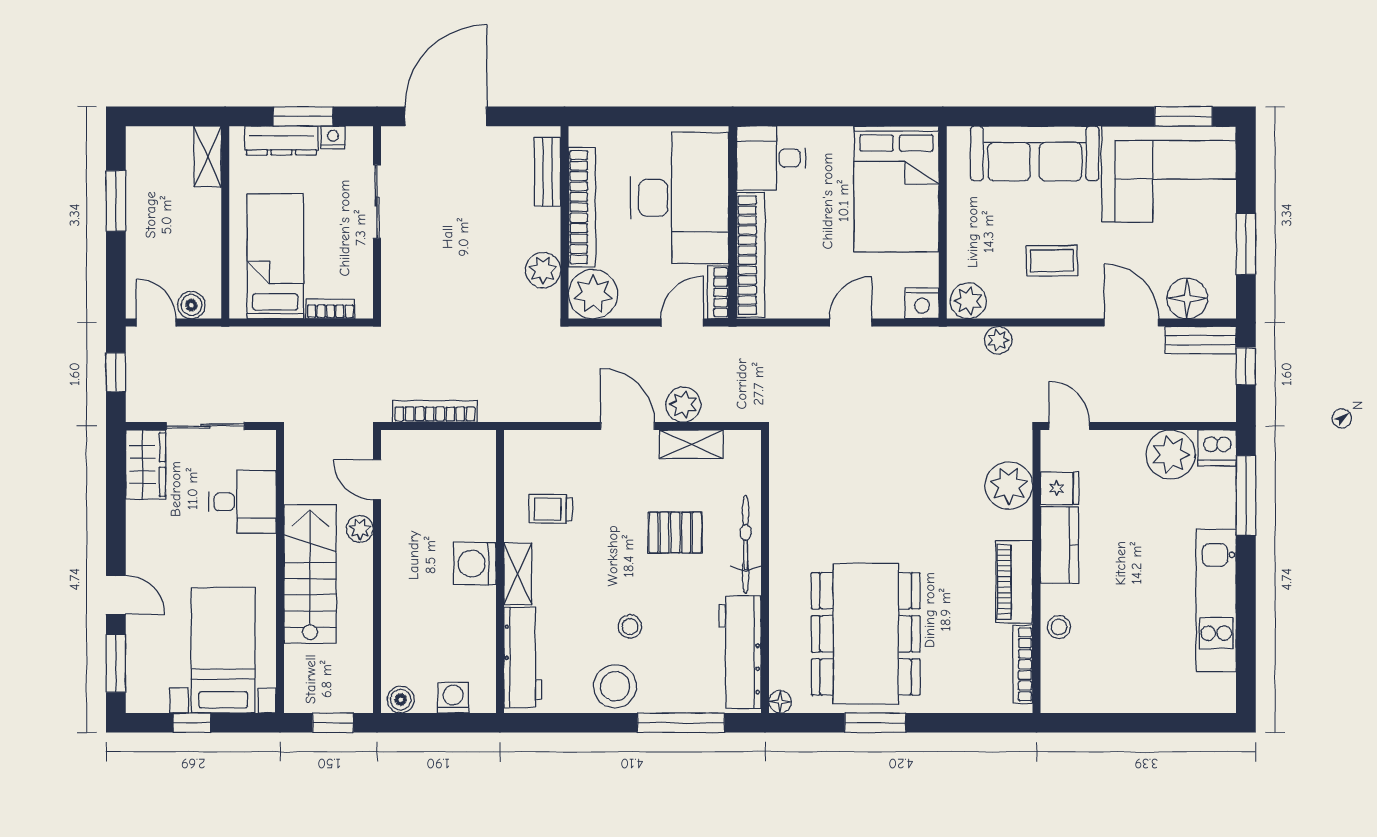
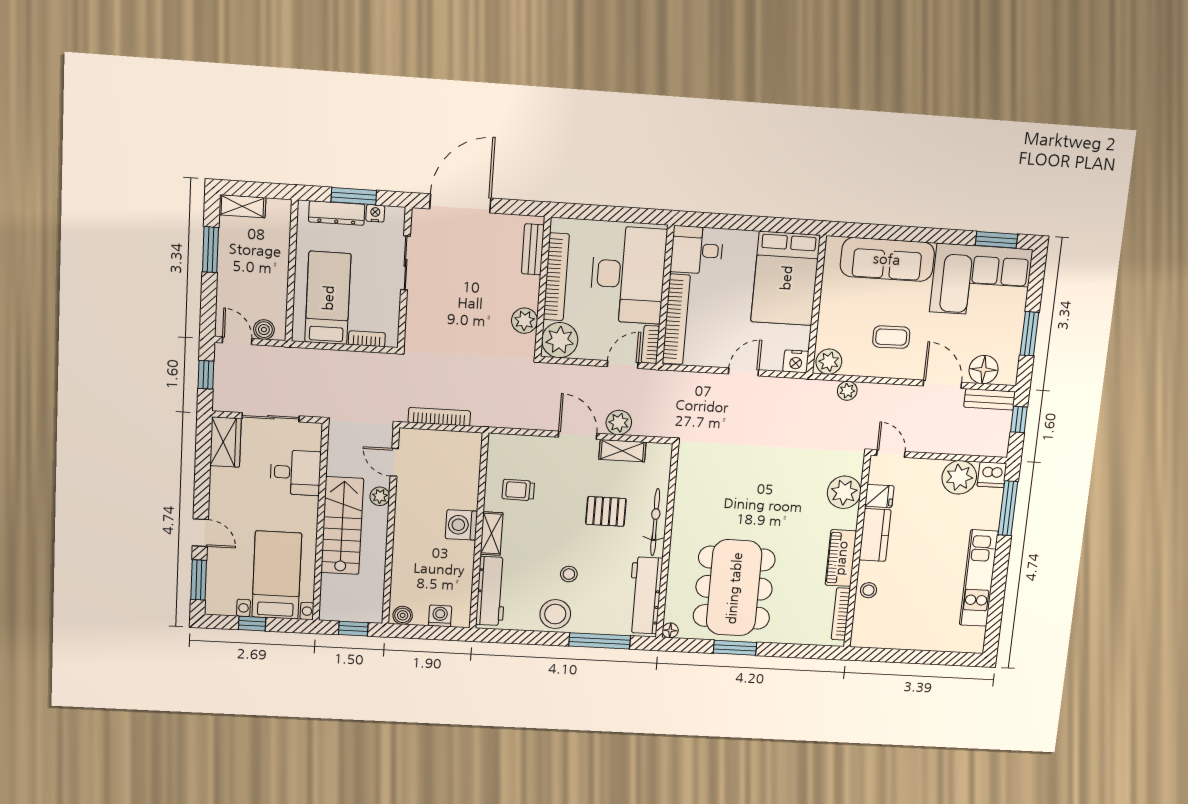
shelving: (208, 157) -> (242, 206), moved, turned 90

